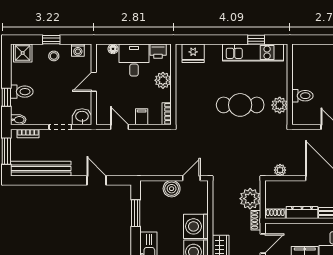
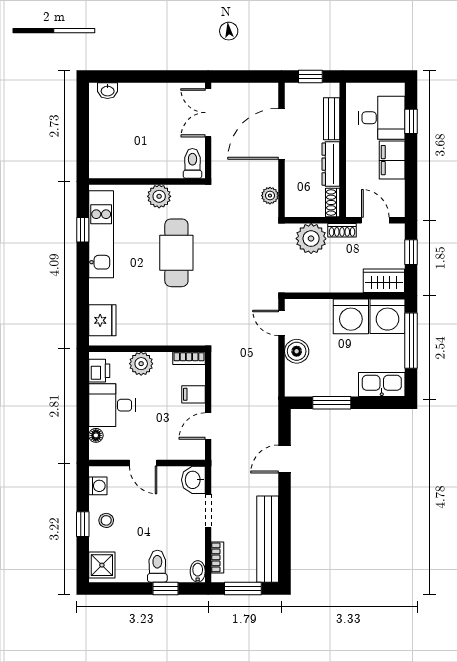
toilet: (302, 96) -> (192, 163), moved
plant: (280, 105) -> (159, 196), moved

